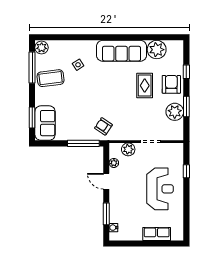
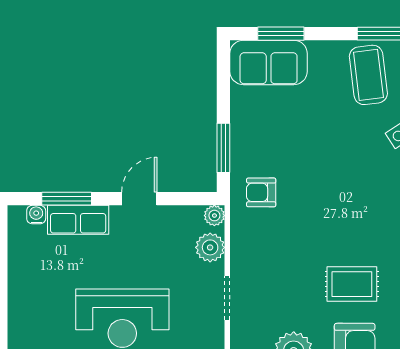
armchair: (103, 126) -> (261, 192), turned -124
window: (83, 143) -> (223, 148), width x0.69
plant: (114, 163) -> (214, 216), moved
row of seats: (157, 234) -> (78, 220), moved, turned 90

